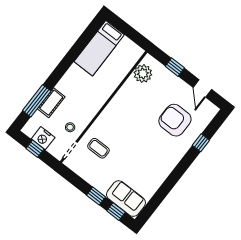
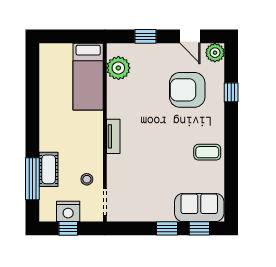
bed: (99, 48) -> (88, 77), moved
plant: (210, 110) -> (215, 53), added
tv unit: (107, 113) -> (113, 136), added
coffee table: (98, 148) -> (207, 152), moved

